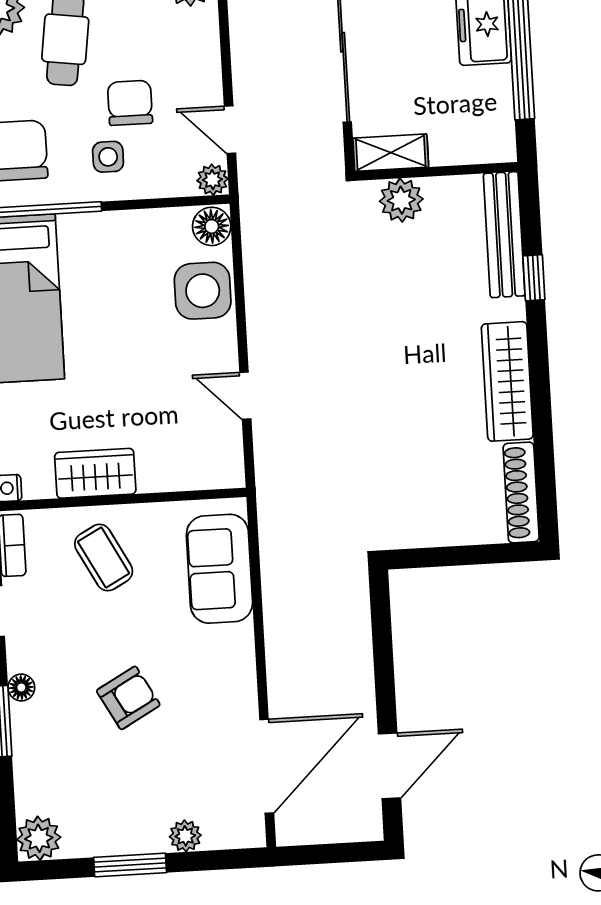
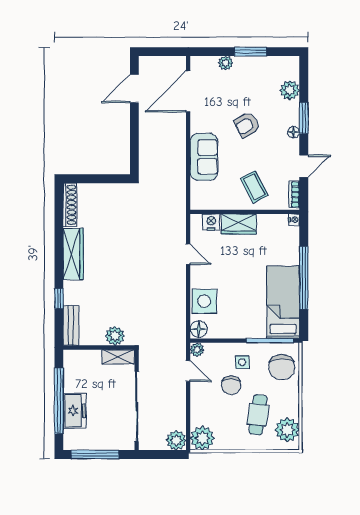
bench: (504, 235) -> (71, 325), width x0.73
nightstand: (197, 472) -> (211, 222), added
wardrobe: (95, 473) -> (239, 224), moved
sofa: (219, 569) -> (204, 157), moved
plant: (39, 838) -> (290, 90), moved

